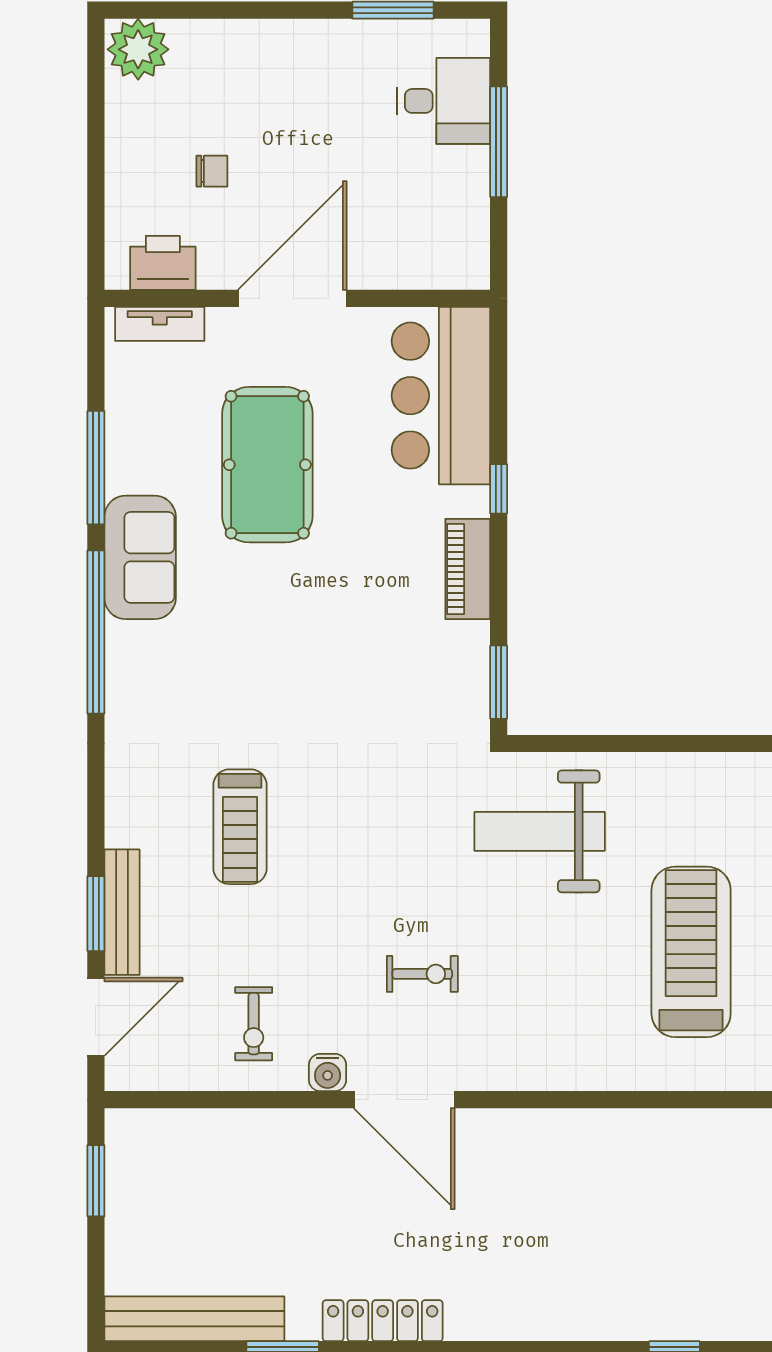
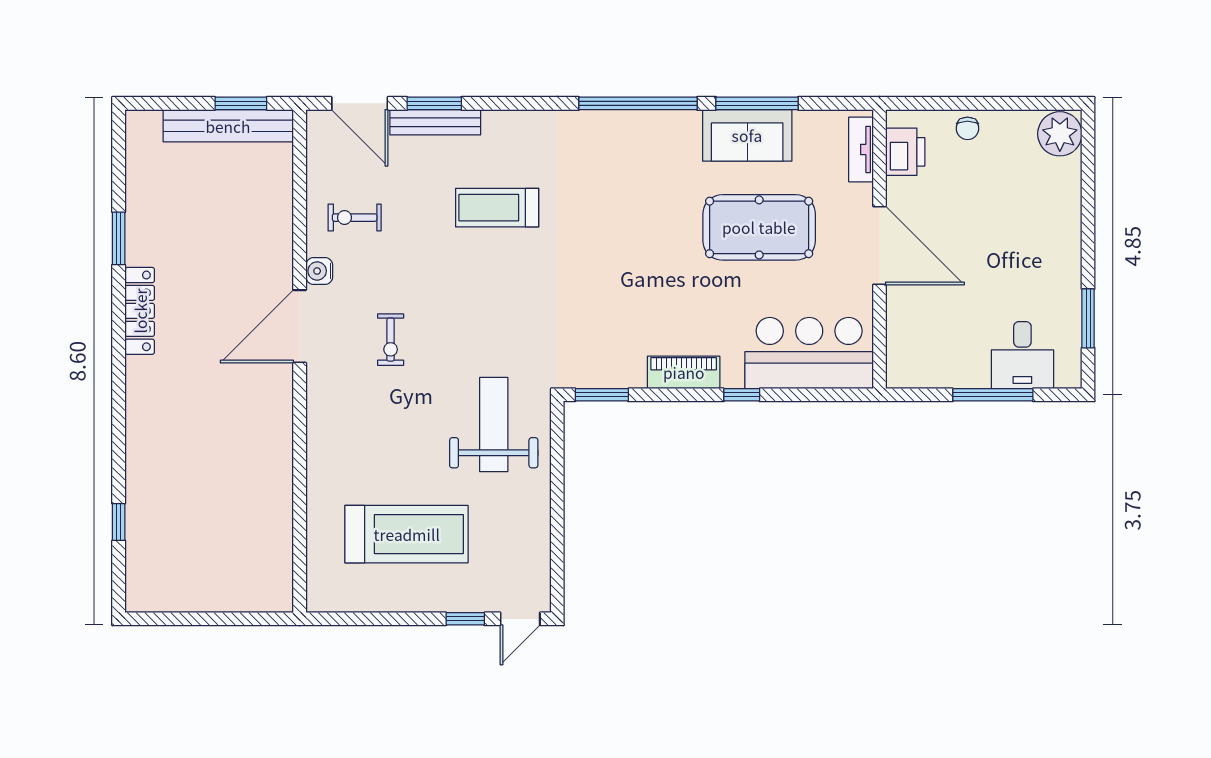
chair: (212, 171) -> (967, 128), moved
sofa: (140, 557) -> (747, 135), moved
bench: (194, 1319) -> (228, 126), moved, turned 90

